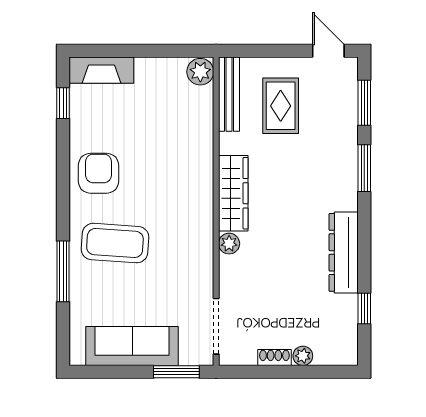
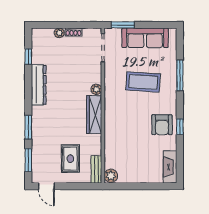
fireplace: (101, 70) -> (170, 167), moved, turned -90
bench: (229, 94) -> (96, 169), width x0.73
window: (63, 103) -> (180, 127), moved
coffee table: (115, 243) -> (143, 82), moved

